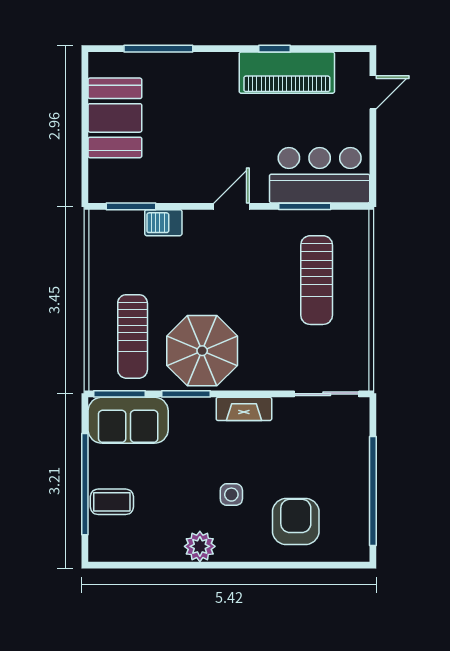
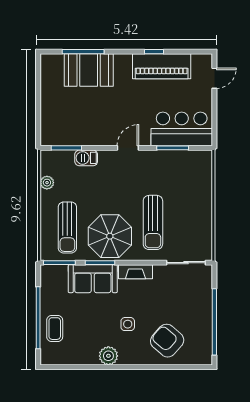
booth: (115, 118) -> (89, 70), moved, turned 90
plant: (99, 263) -> (47, 183), added
sun lounger: (317, 280) -> (153, 222), moved
sofa: (128, 420) -> (93, 279), moved
coffee table: (112, 502) -> (55, 329), turned 90
armchair: (296, 522) -> (167, 341), turned -49

